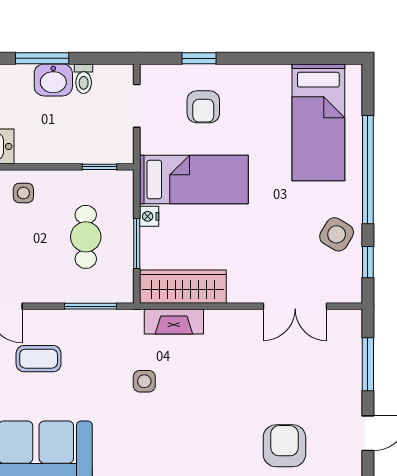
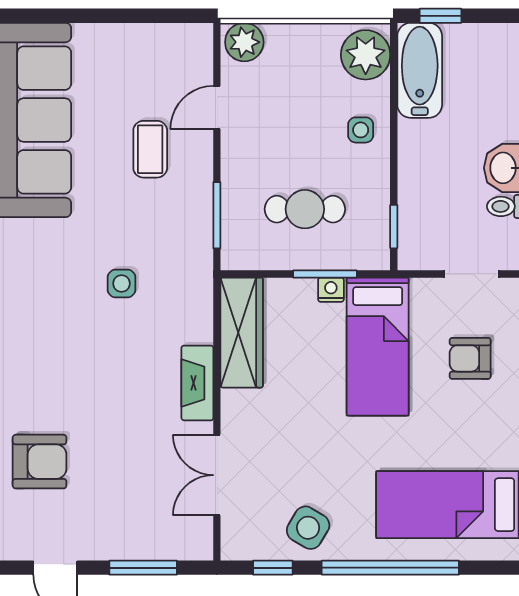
window: (137, 244) -> (325, 274), moved
fireplace: (174, 321) -> (197, 383), moved

